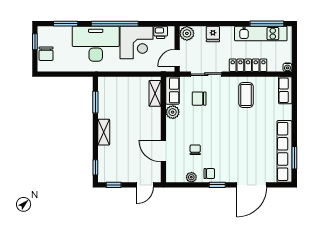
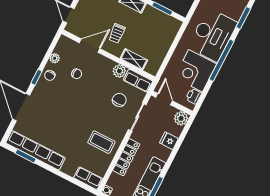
shelving: (155, 93) -> (134, 59), moved
trolley: (139, 132) -> (117, 33), added

